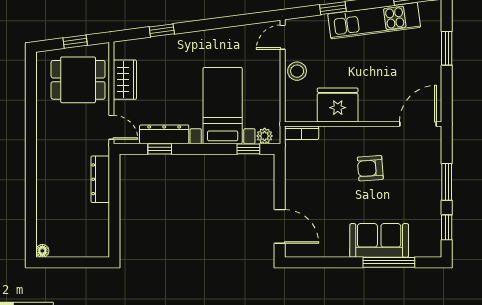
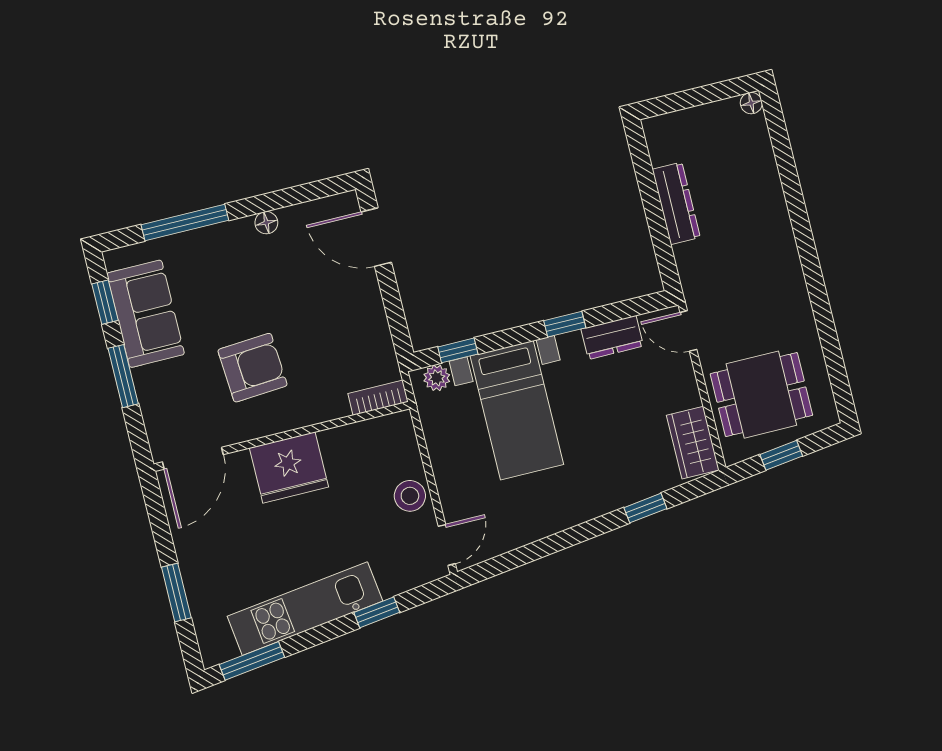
wardrobe: (125, 80) -> (693, 443), moved
fridge: (338, 105) -> (289, 468), moved
dresser: (164, 134) -> (612, 337), width x0.70
window: (160, 149) -> (565, 324), moved
armchair: (370, 168) -> (253, 368), width x1.38, depth x1.38
dresser: (100, 179) -> (676, 203), moved
sofa: (379, 240) -> (146, 314), moved, turned -90
floor lamp: (341, 251) -> (266, 223), added

